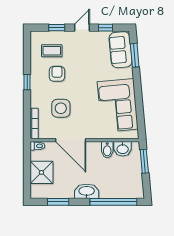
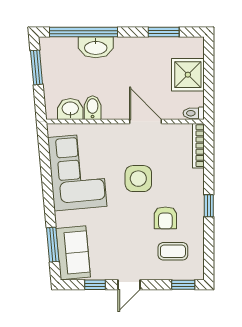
window: (57, 28) -> (183, 285), moved
side table: (61, 108) -> (138, 179), moved
door: (71, 140) -> (146, 121), width x0.73
window: (144, 161) -> (37, 67), moved
washbasin: (87, 191) -> (96, 47), moved

